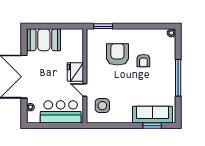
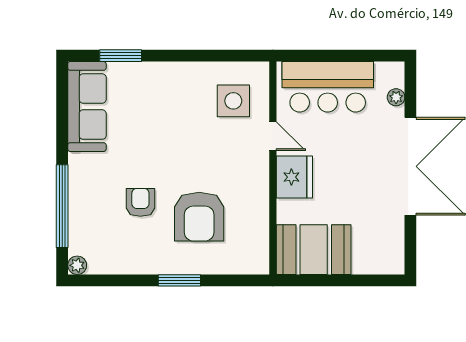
window: (103, 26) -> (179, 280), moved
booth: (44, 40) -> (314, 250), moved
window: (178, 78) -> (62, 206), moved
sofa: (153, 115) -> (87, 107), moved, turned -90

